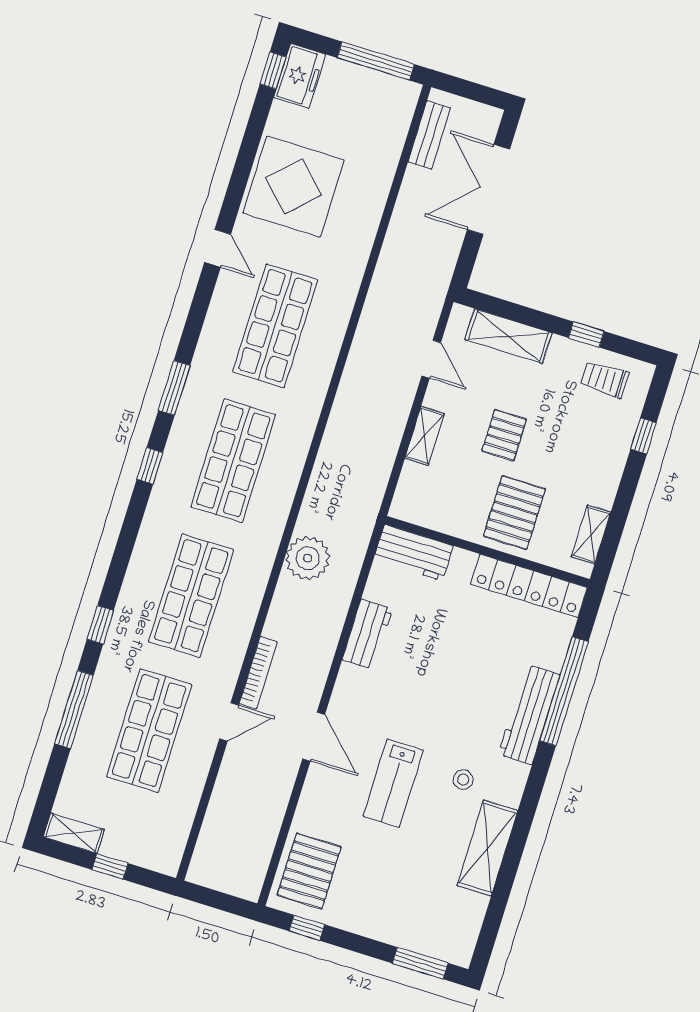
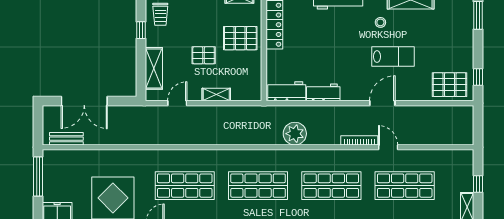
workbench: (413, 553) -> (287, 91), moved, turned -90

